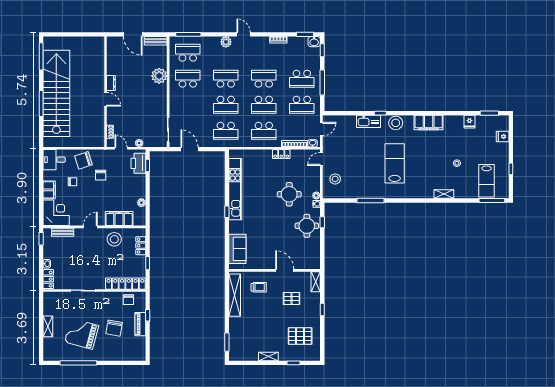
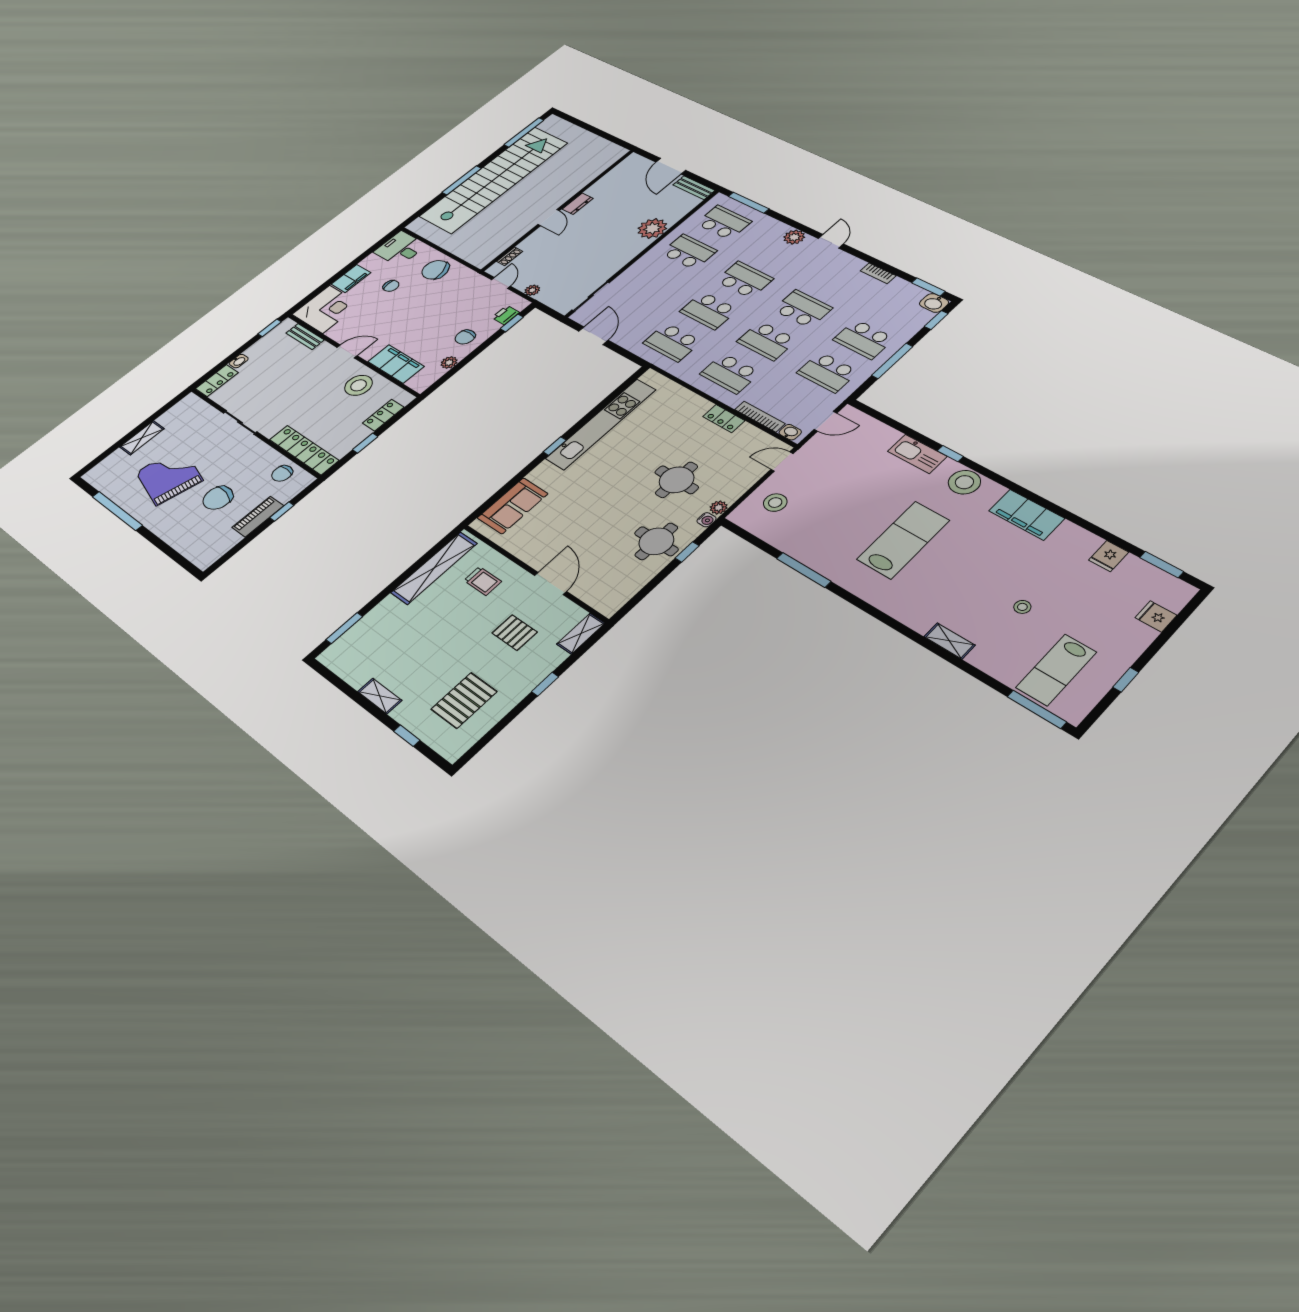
printer: (138, 163) -> (506, 315), width x0.53, depth x0.68
chair: (101, 175) -> (465, 337), moved
pallet: (300, 336) -> (464, 700), turned 90

